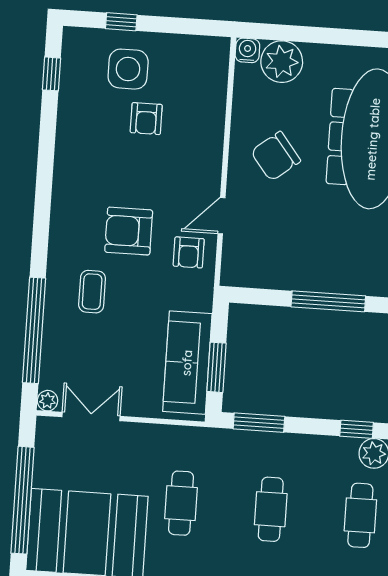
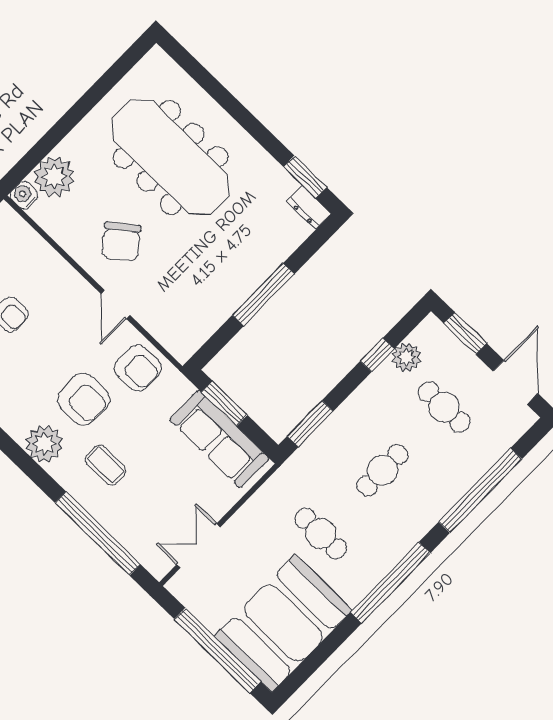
door: (222, 216) -> (115, 304), moved
armchair: (129, 231) -> (84, 399), turned -90
armchair: (189, 252) -> (138, 368), width x1.38, depth x1.38
window: (217, 367) -> (224, 403), moved
plant: (48, 401) -> (44, 444), moved, width x1.88, depth x1.88
cafe table: (271, 509) -> (382, 470), turned 90

